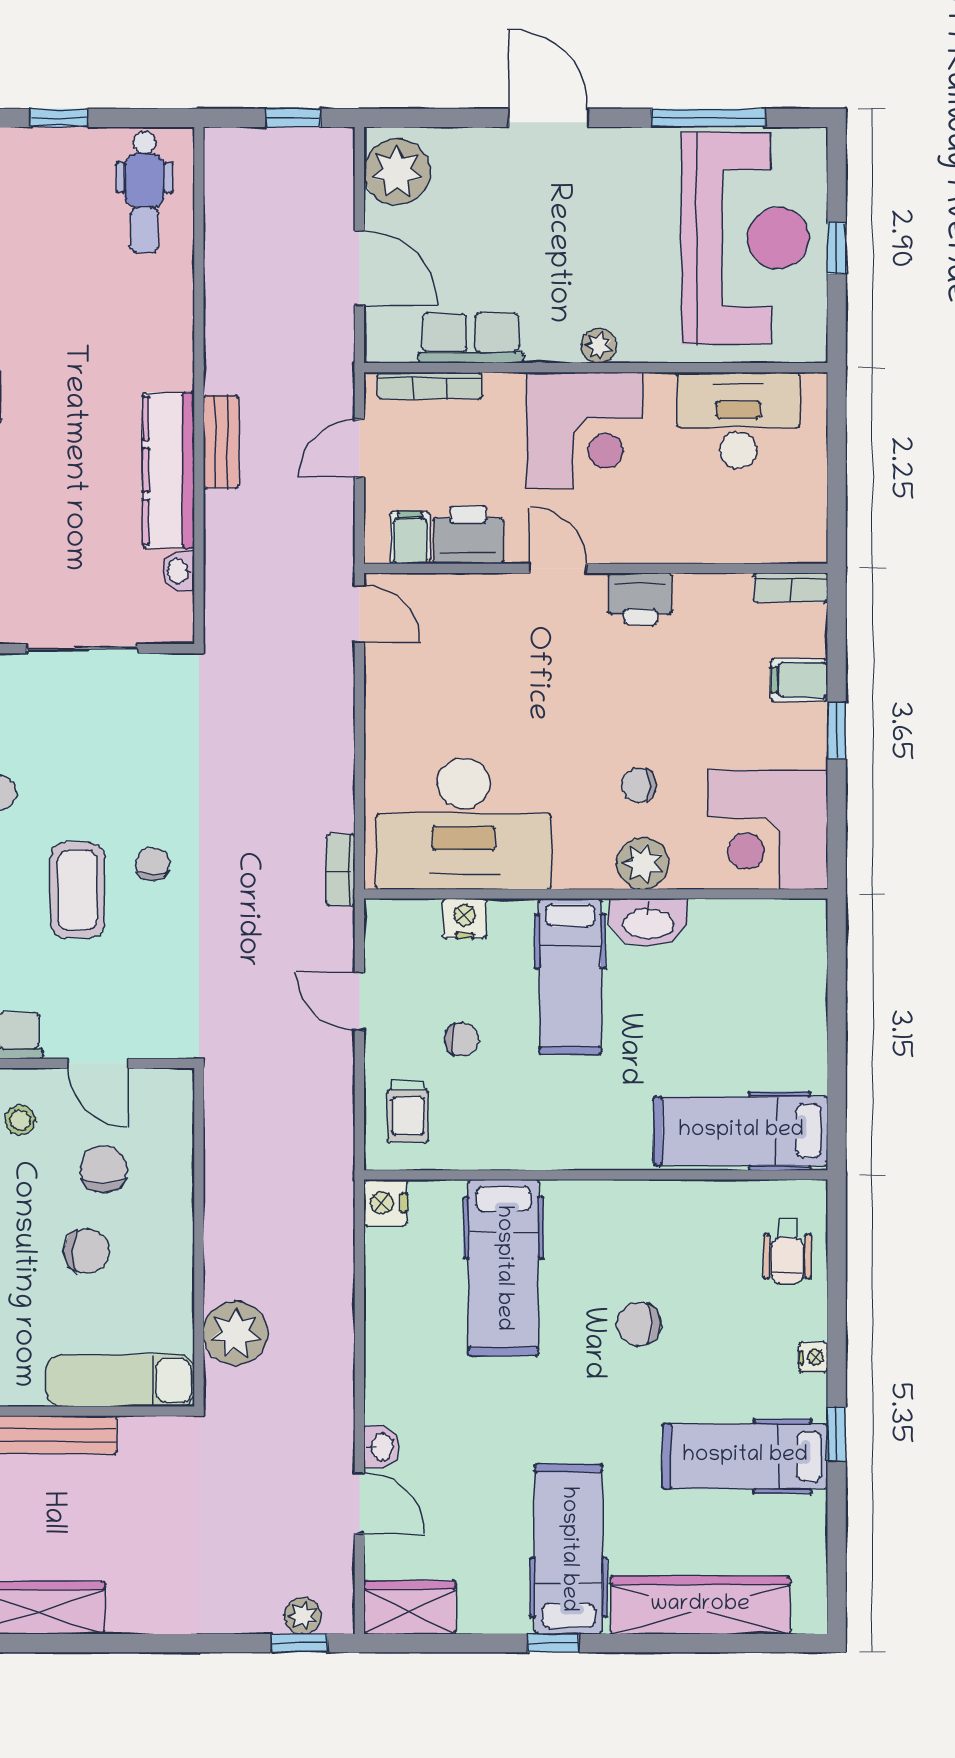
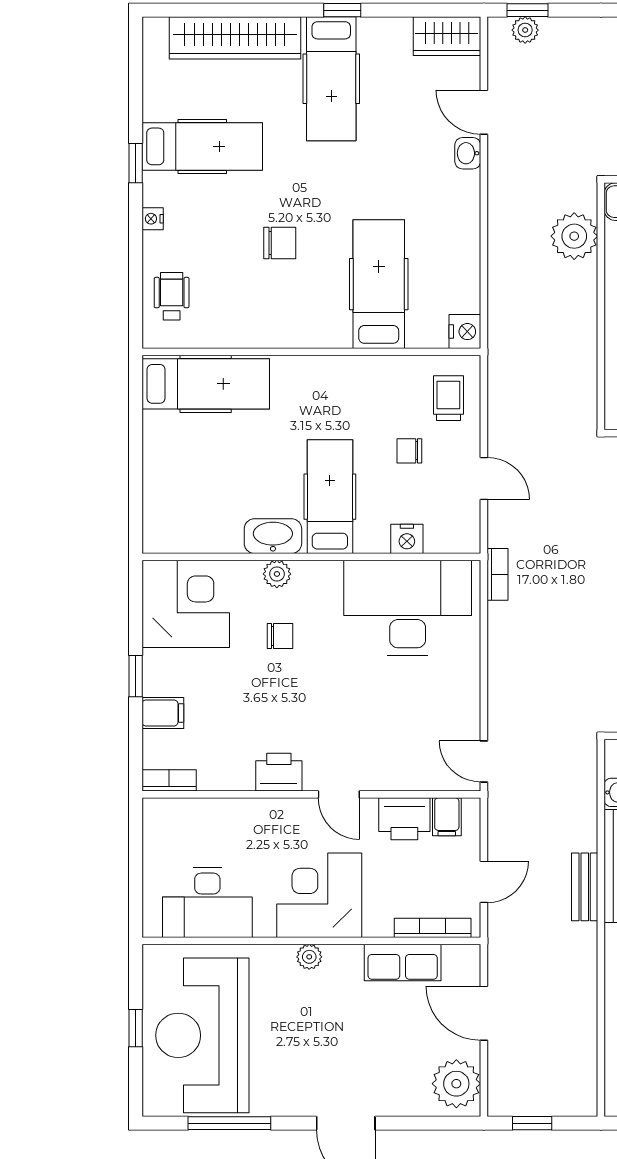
plant: (643, 863) -> (277, 574), width x0.73, depth x0.73

